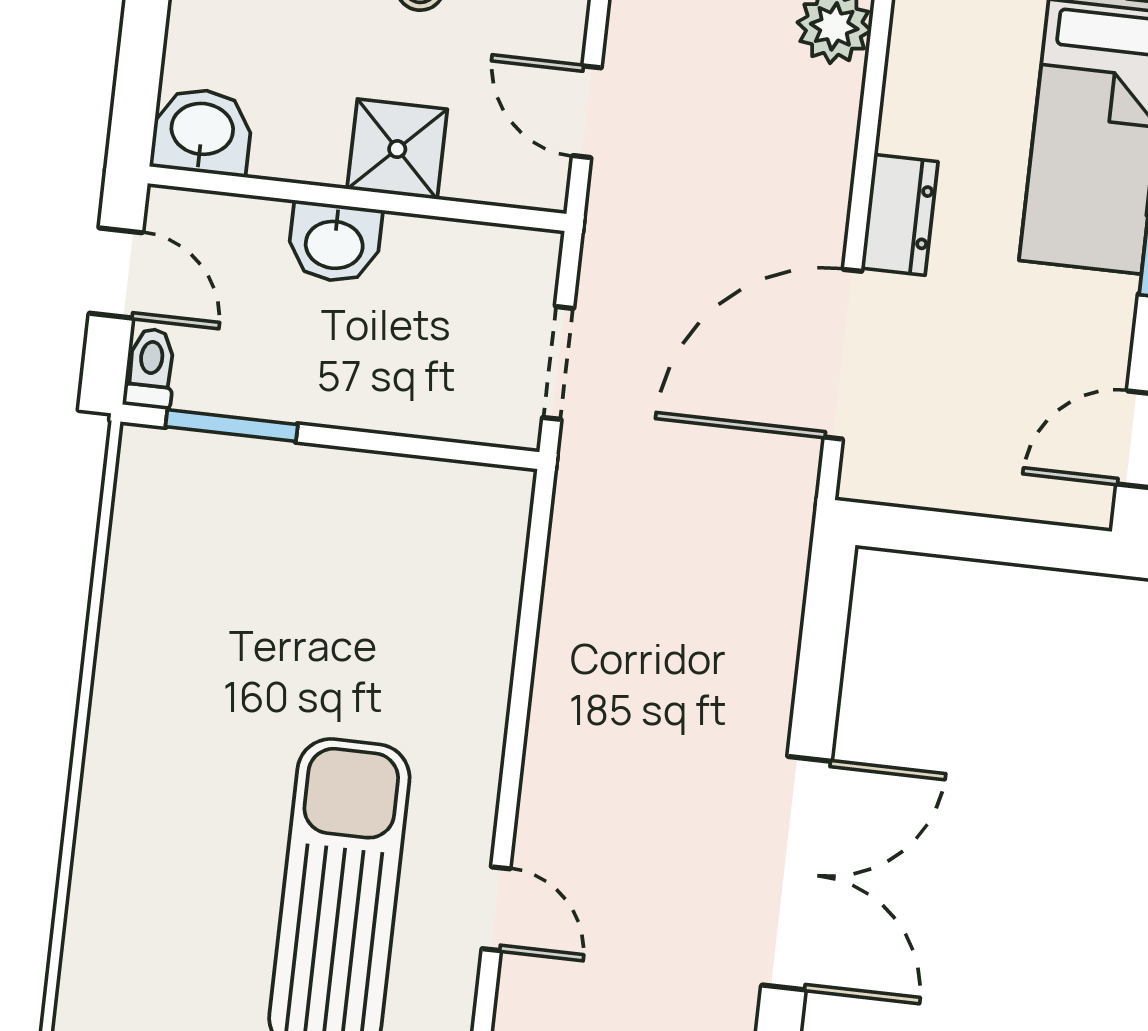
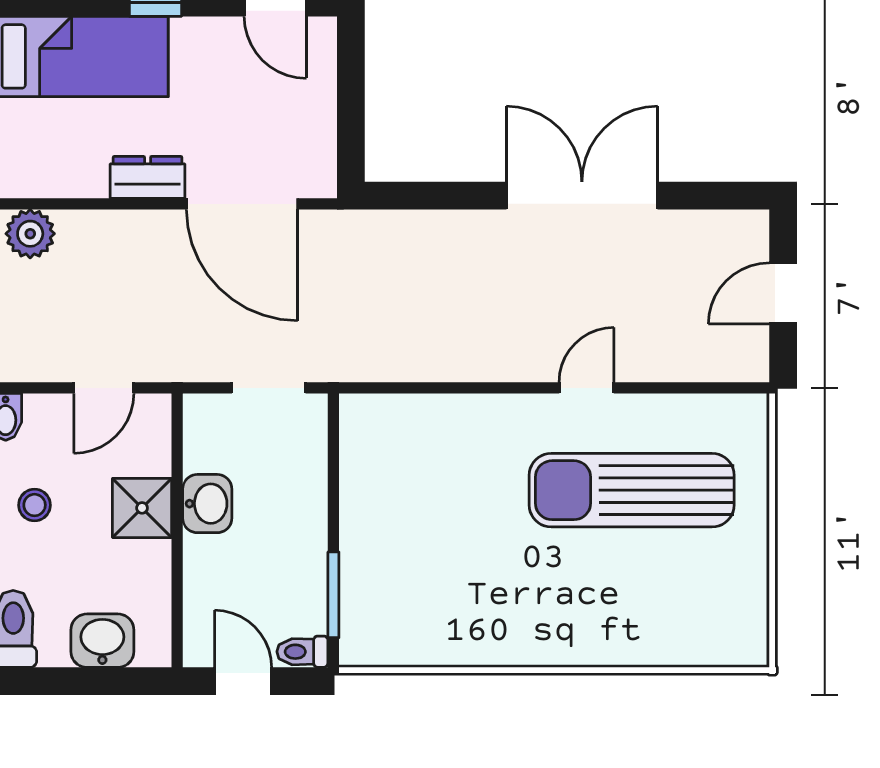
washbasin: (202, 131) -> (102, 641), moved, turned 90
washbasin: (334, 243) -> (207, 504), moved
door: (116, 273) -> (243, 681), hinge flipped
door: (496, 909) -> (586, 388), moved

